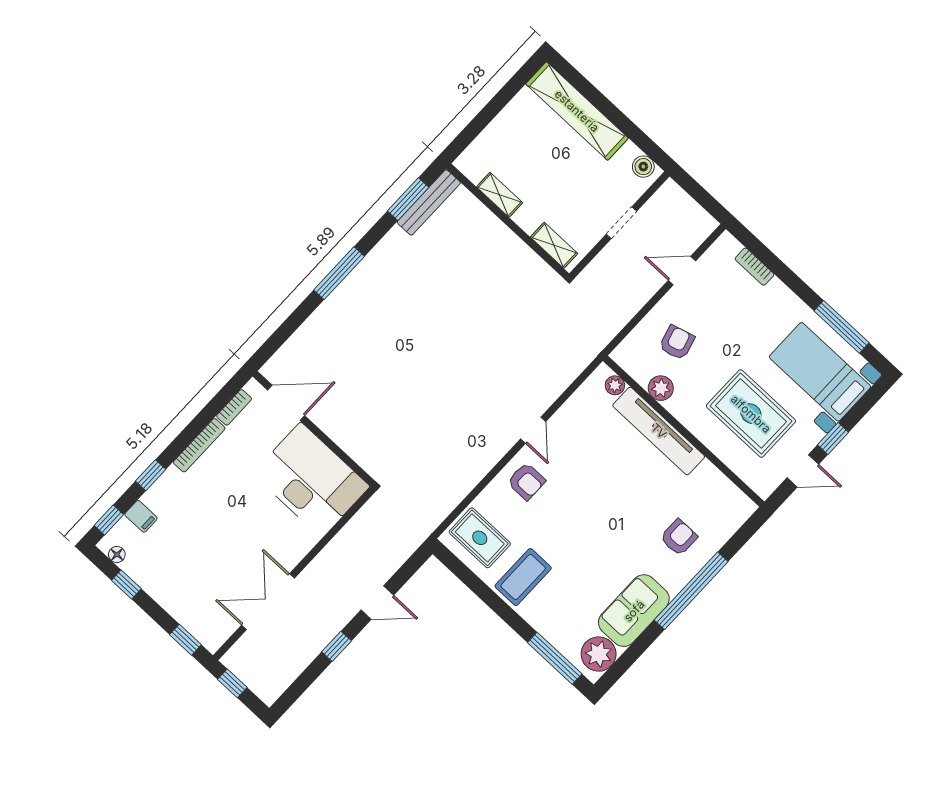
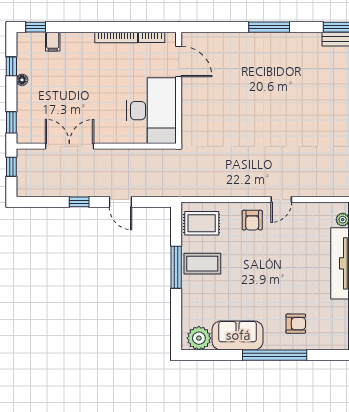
window: (151, 475) -> (78, 27), removed
rug: (480, 538) -> (202, 223), turned 90
floor lamp: (117, 554) -> (22, 80), moved
window: (555, 658) -> (176, 267), moved

